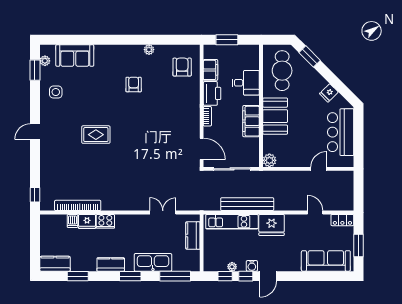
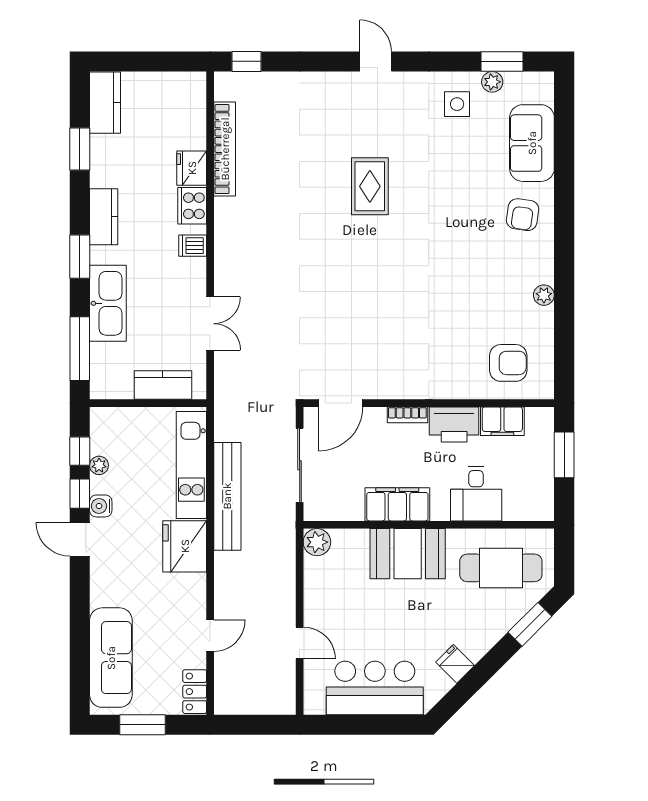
plant: (45, 61) -> (492, 82), moved
armchair: (134, 85) -> (523, 215), moved, turned 98
dishwasher: (72, 221) -> (193, 246), moved

